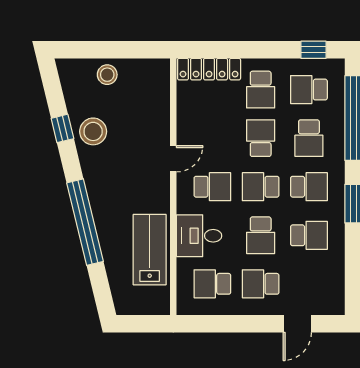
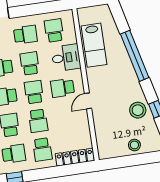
school desk: (261, 90) -> (42, 150), turned 180
school desk: (261, 187) -> (34, 92), turned -90
school desk: (212, 284) -> (54, 30), turned -90

